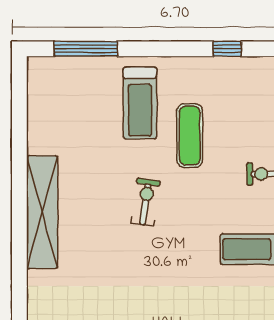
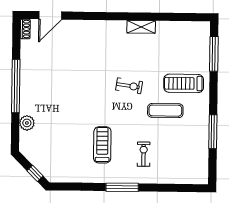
window: (227, 49) -> (213, 132), width x2.17
shelving: (42, 212) -> (141, 27), width x0.45, depth x0.75

